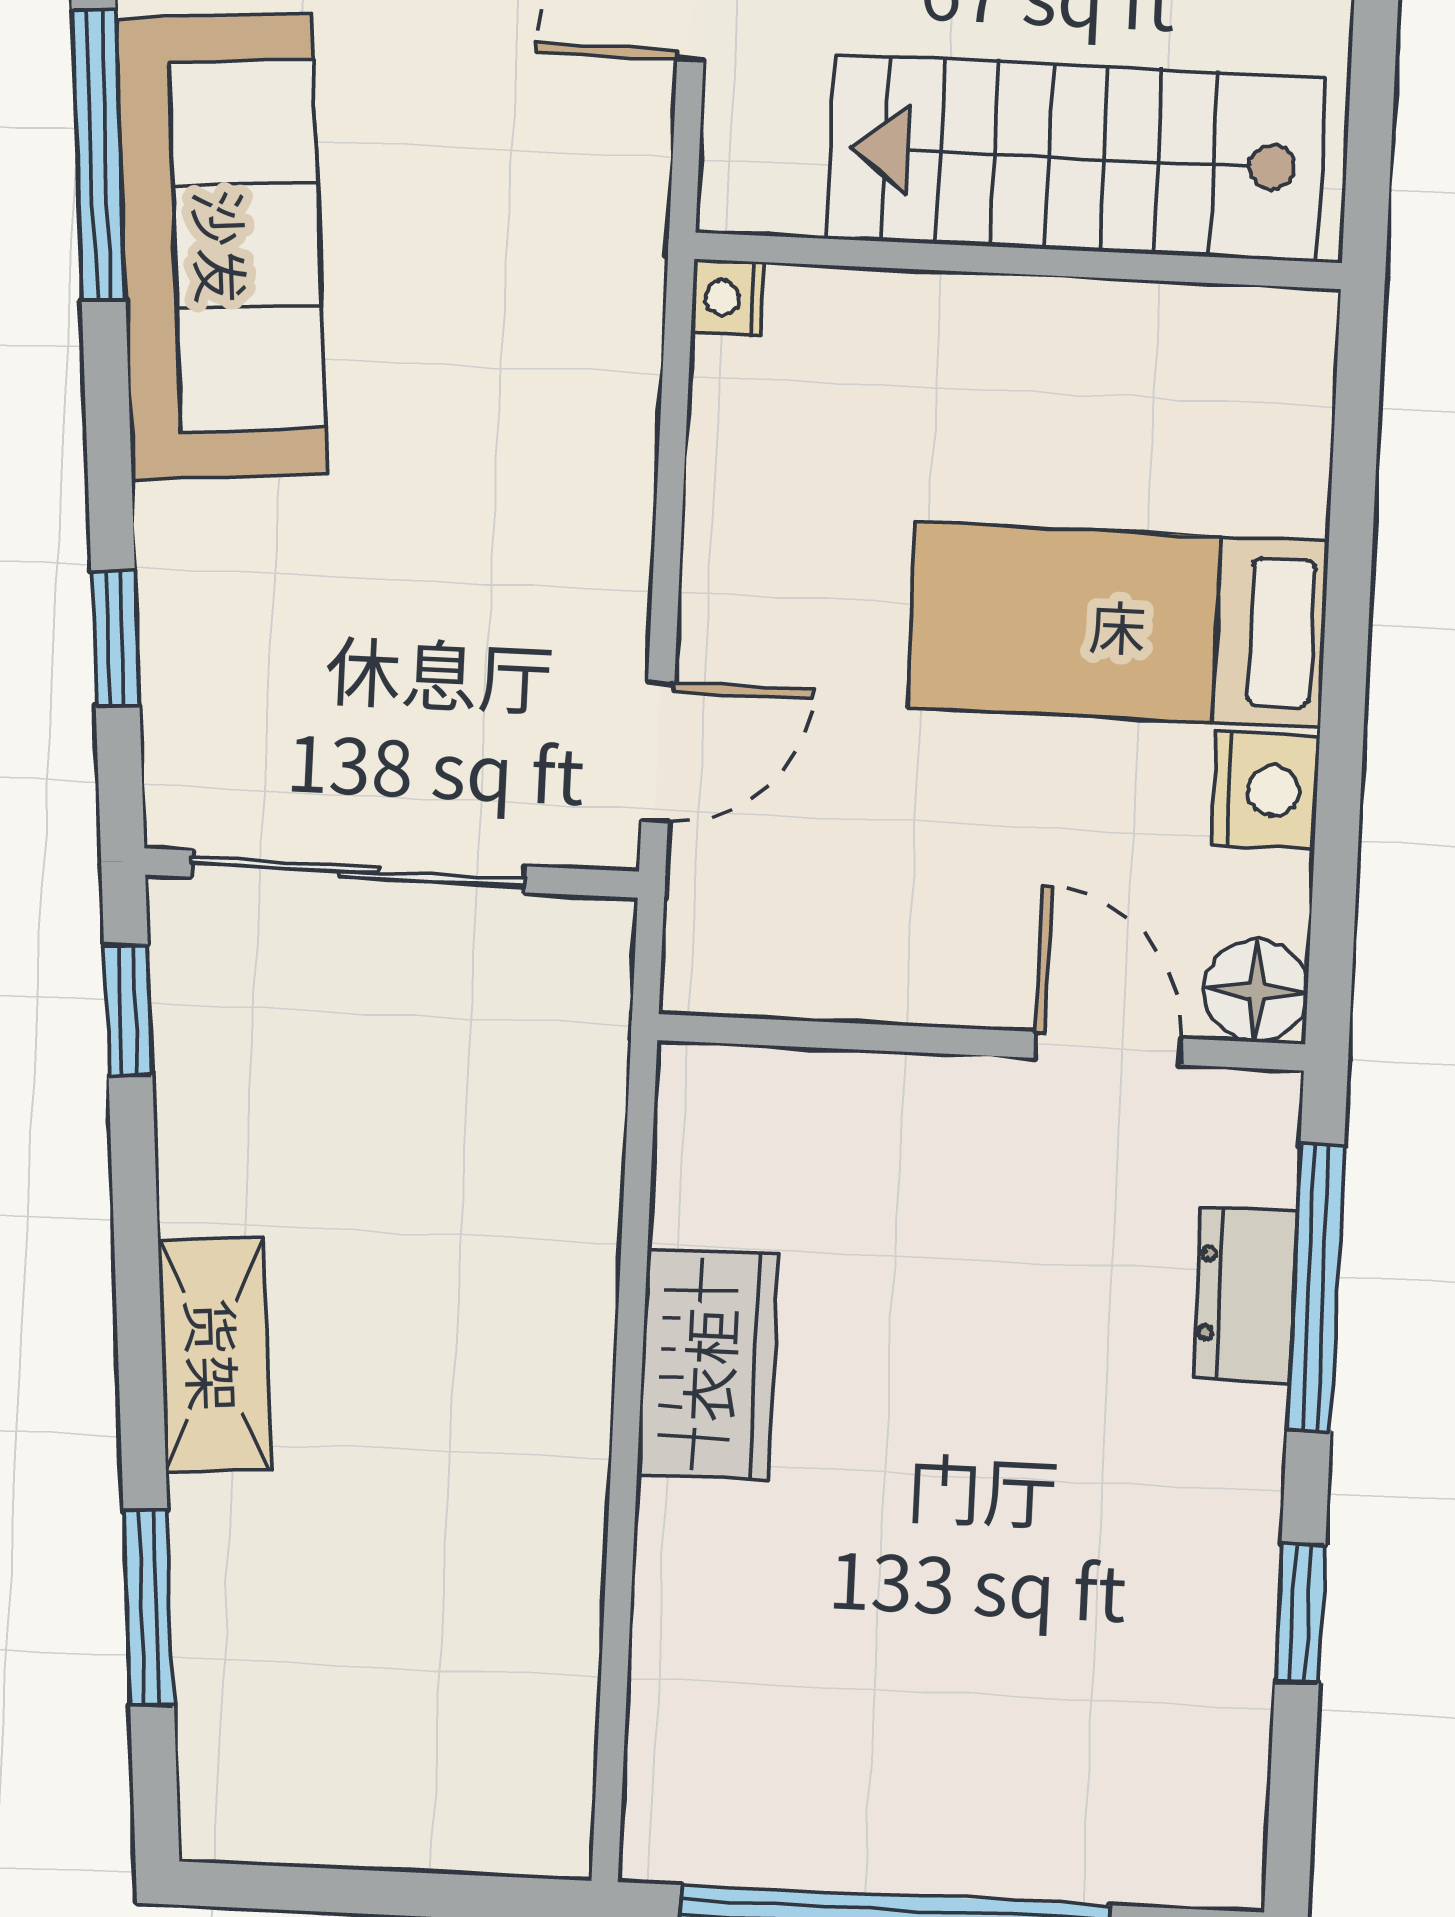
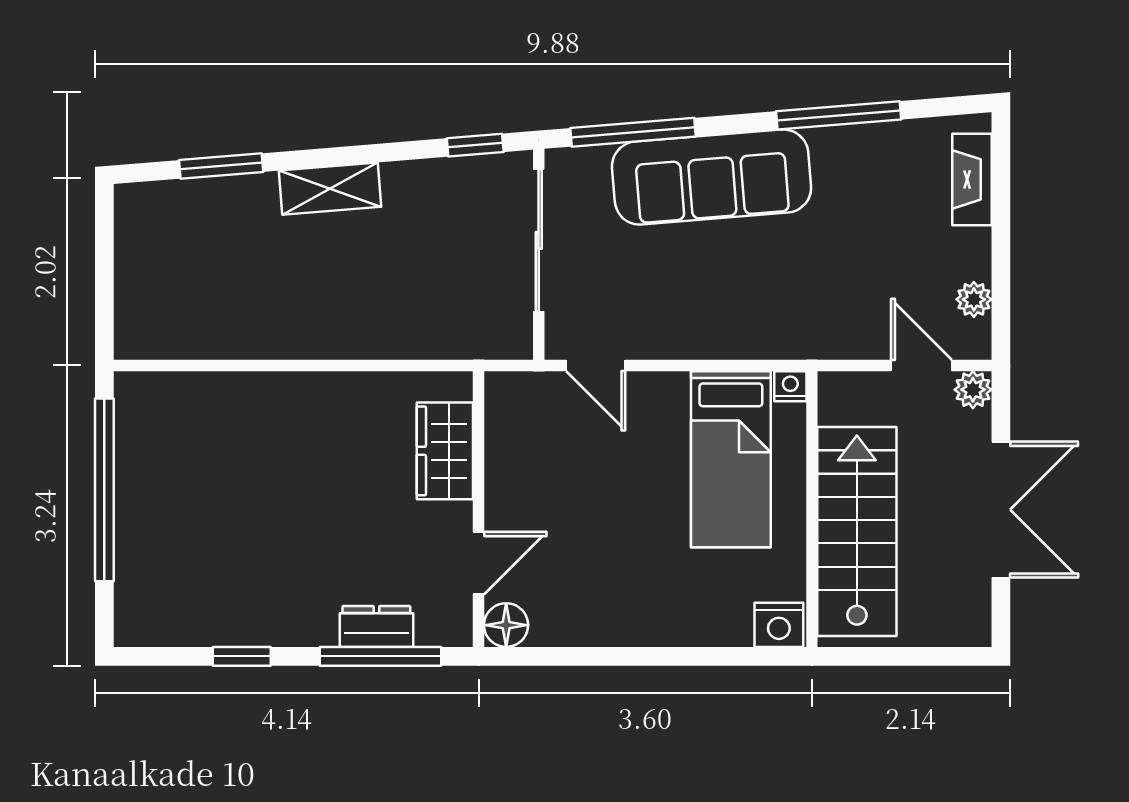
sofa: (222, 247) -> (712, 177), moved
bed: (1118, 625) -> (731, 459), moved, turned 180
window: (115, 639) -> (633, 132), width x2.17
nightstand: (1265, 791) -> (779, 625), moved
wardrobe: (708, 1365) -> (445, 451), moved, turned 90

